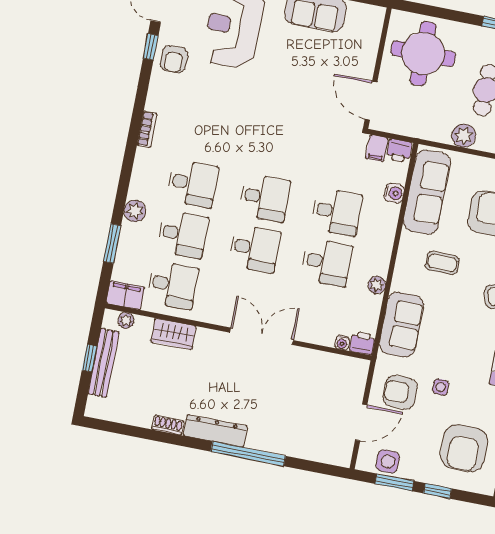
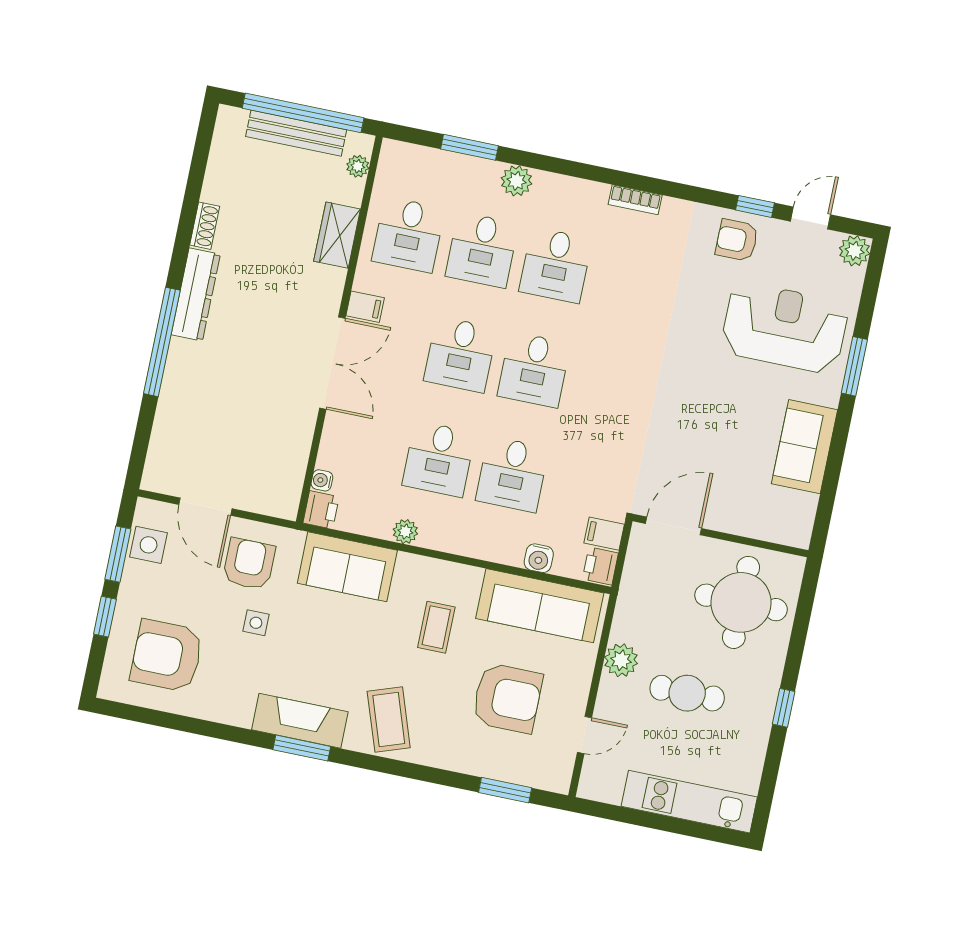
filing cabinet: (125, 295) -> (365, 307), moved, width x0.50
window: (90, 358) -> (303, 113), width x3.17

